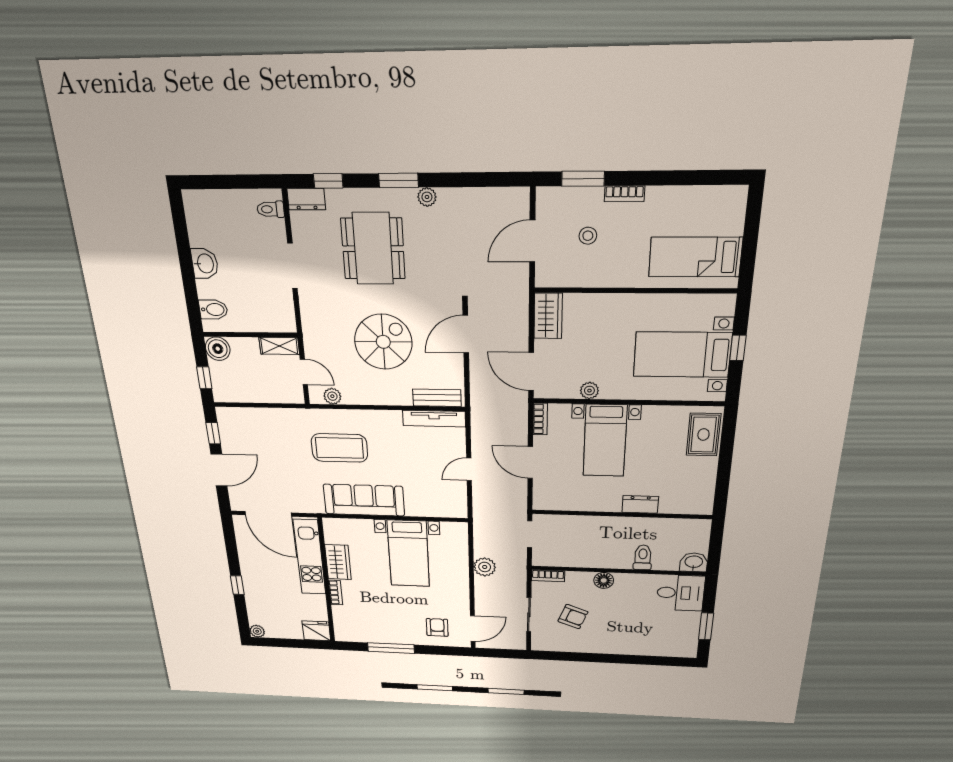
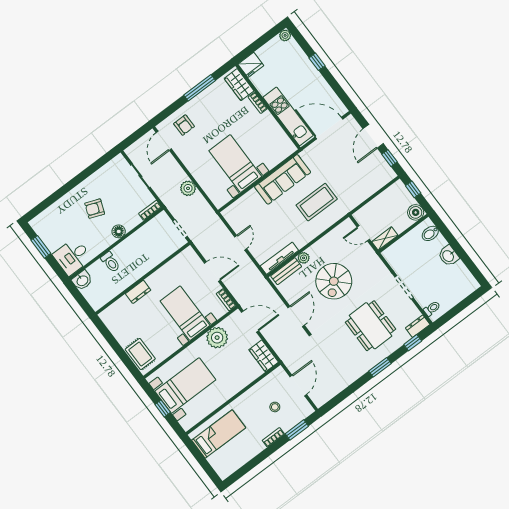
plant: (427, 197) -> (362, 369), removed
plant: (589, 391) -> (217, 338), width x1.88, depth x1.88
plant: (332, 396) -> (304, 258), moved
wardrobe: (338, 562) -> (239, 85), moved
armchair: (573, 617) -> (95, 209), moved

